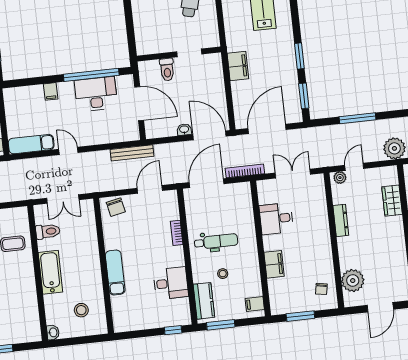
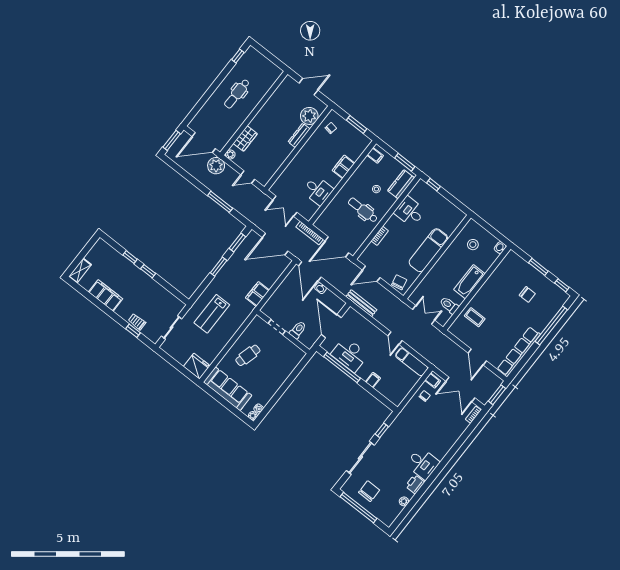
plant: (340, 178) -> (230, 154), moved
dresser: (341, 220) -> (299, 135), moved
exam couch: (115, 273) -> (428, 250), width x1.36, depth x1.45

